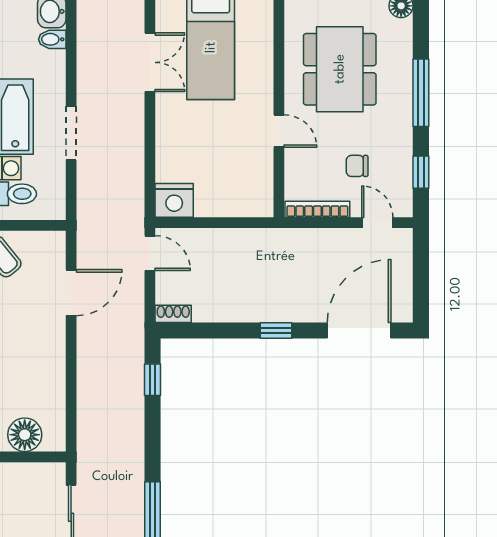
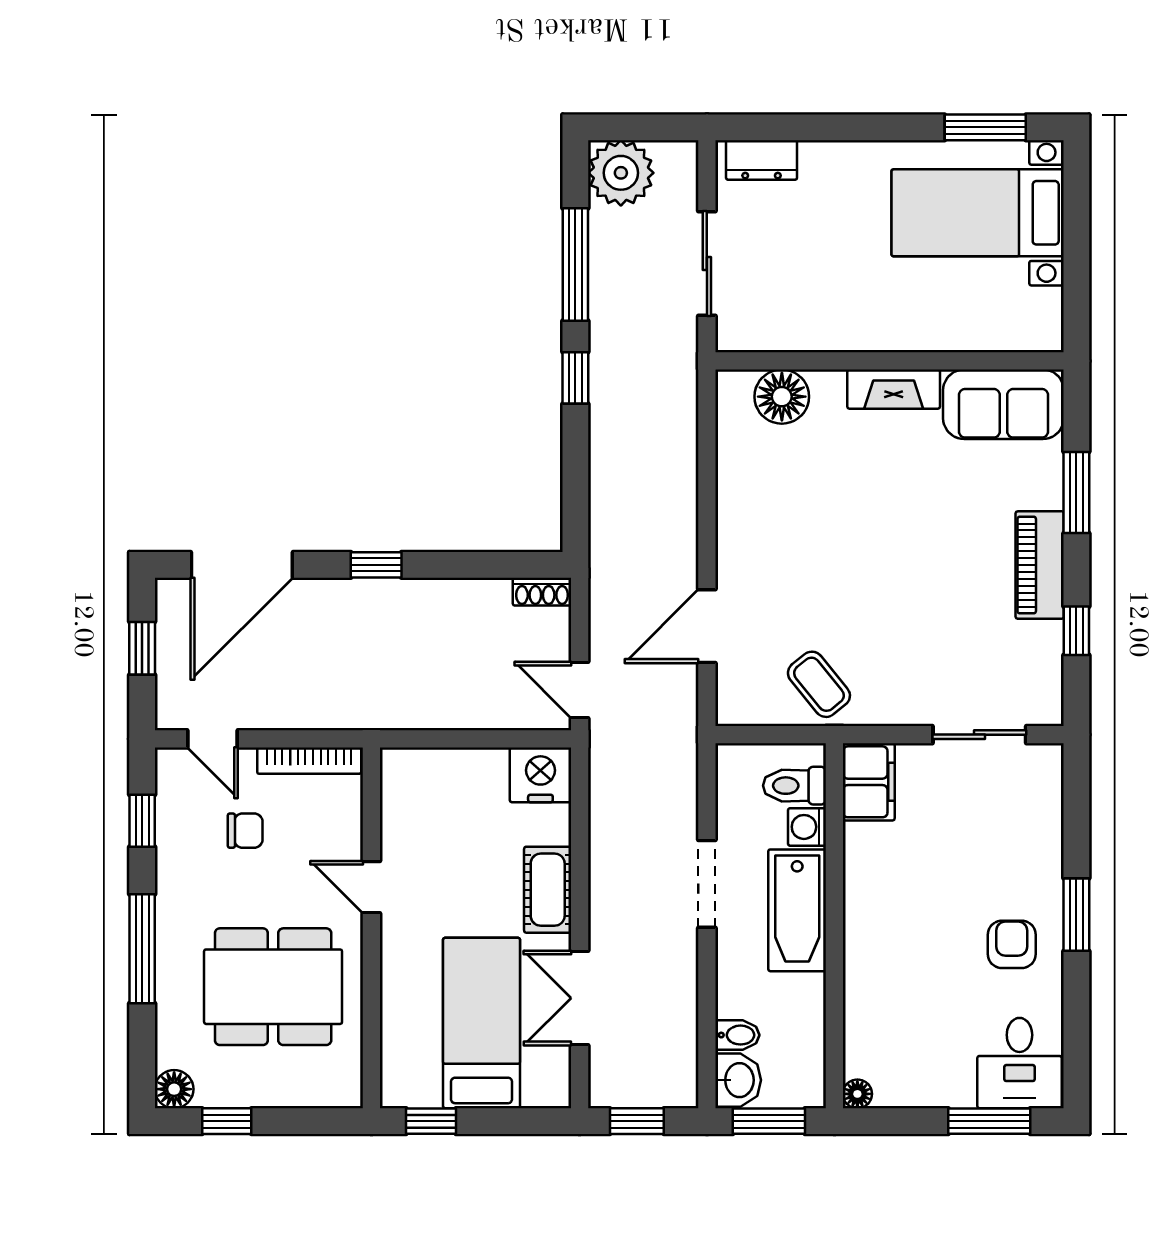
dining table: (340, 69) -> (273, 987), turned 90
cot: (170, 129) -> (548, 890), added
window: (421, 279) -> (142, 648), added
window: (153, 380) -> (575, 378), moved

